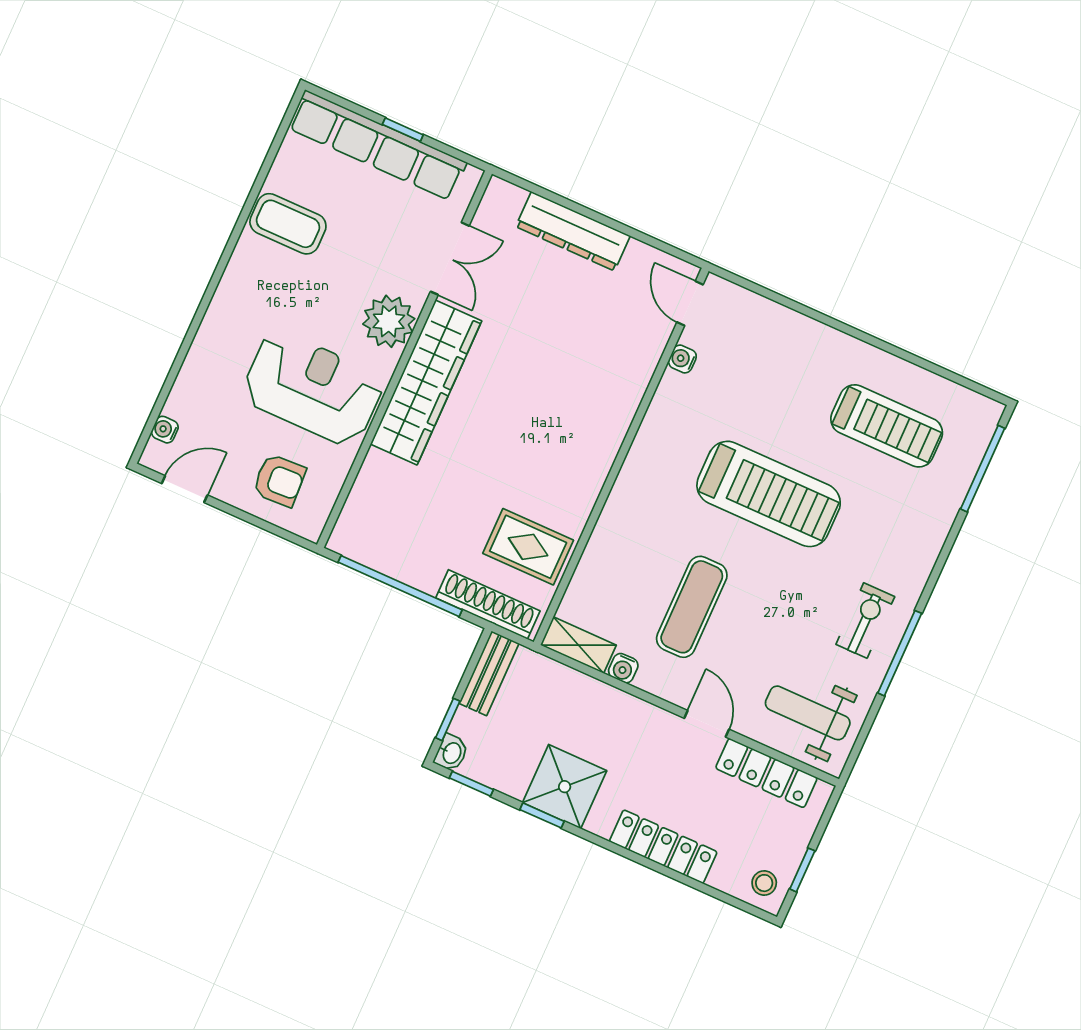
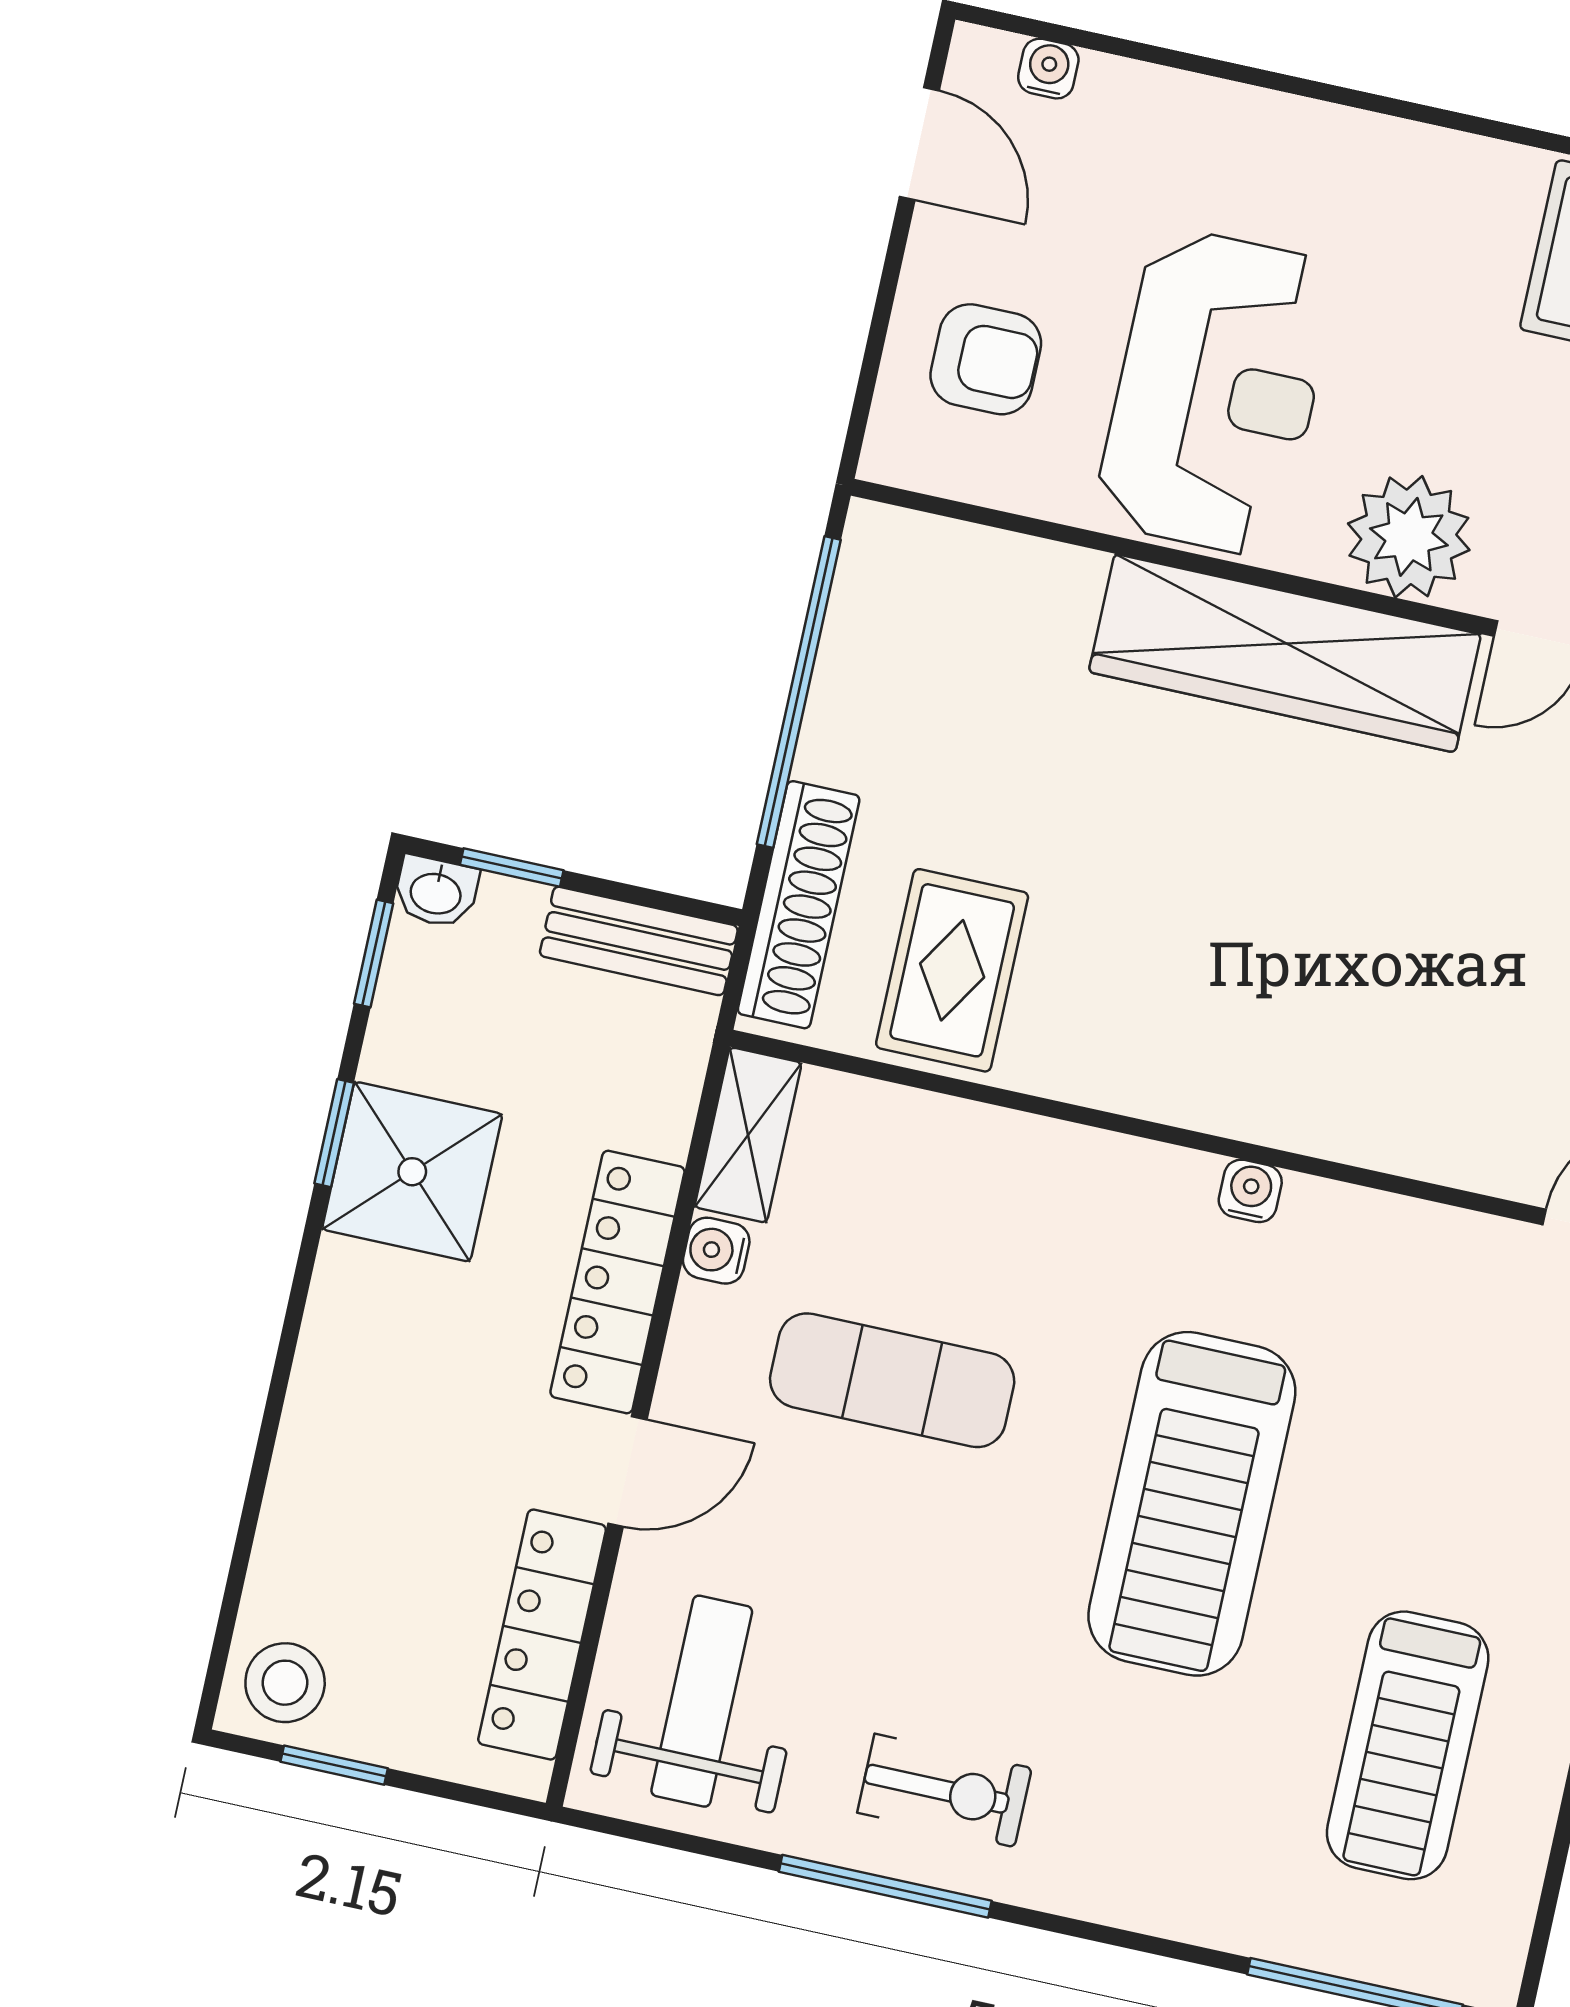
water cooler: (682, 359) -> (1250, 1191), moved
armchair: (279, 480) -> (986, 359), turned -87
locker: (663, 847) -> (617, 1282), moved, turned 180
stool: (764, 883) -> (285, 1683), width x1.37, depth x1.37

